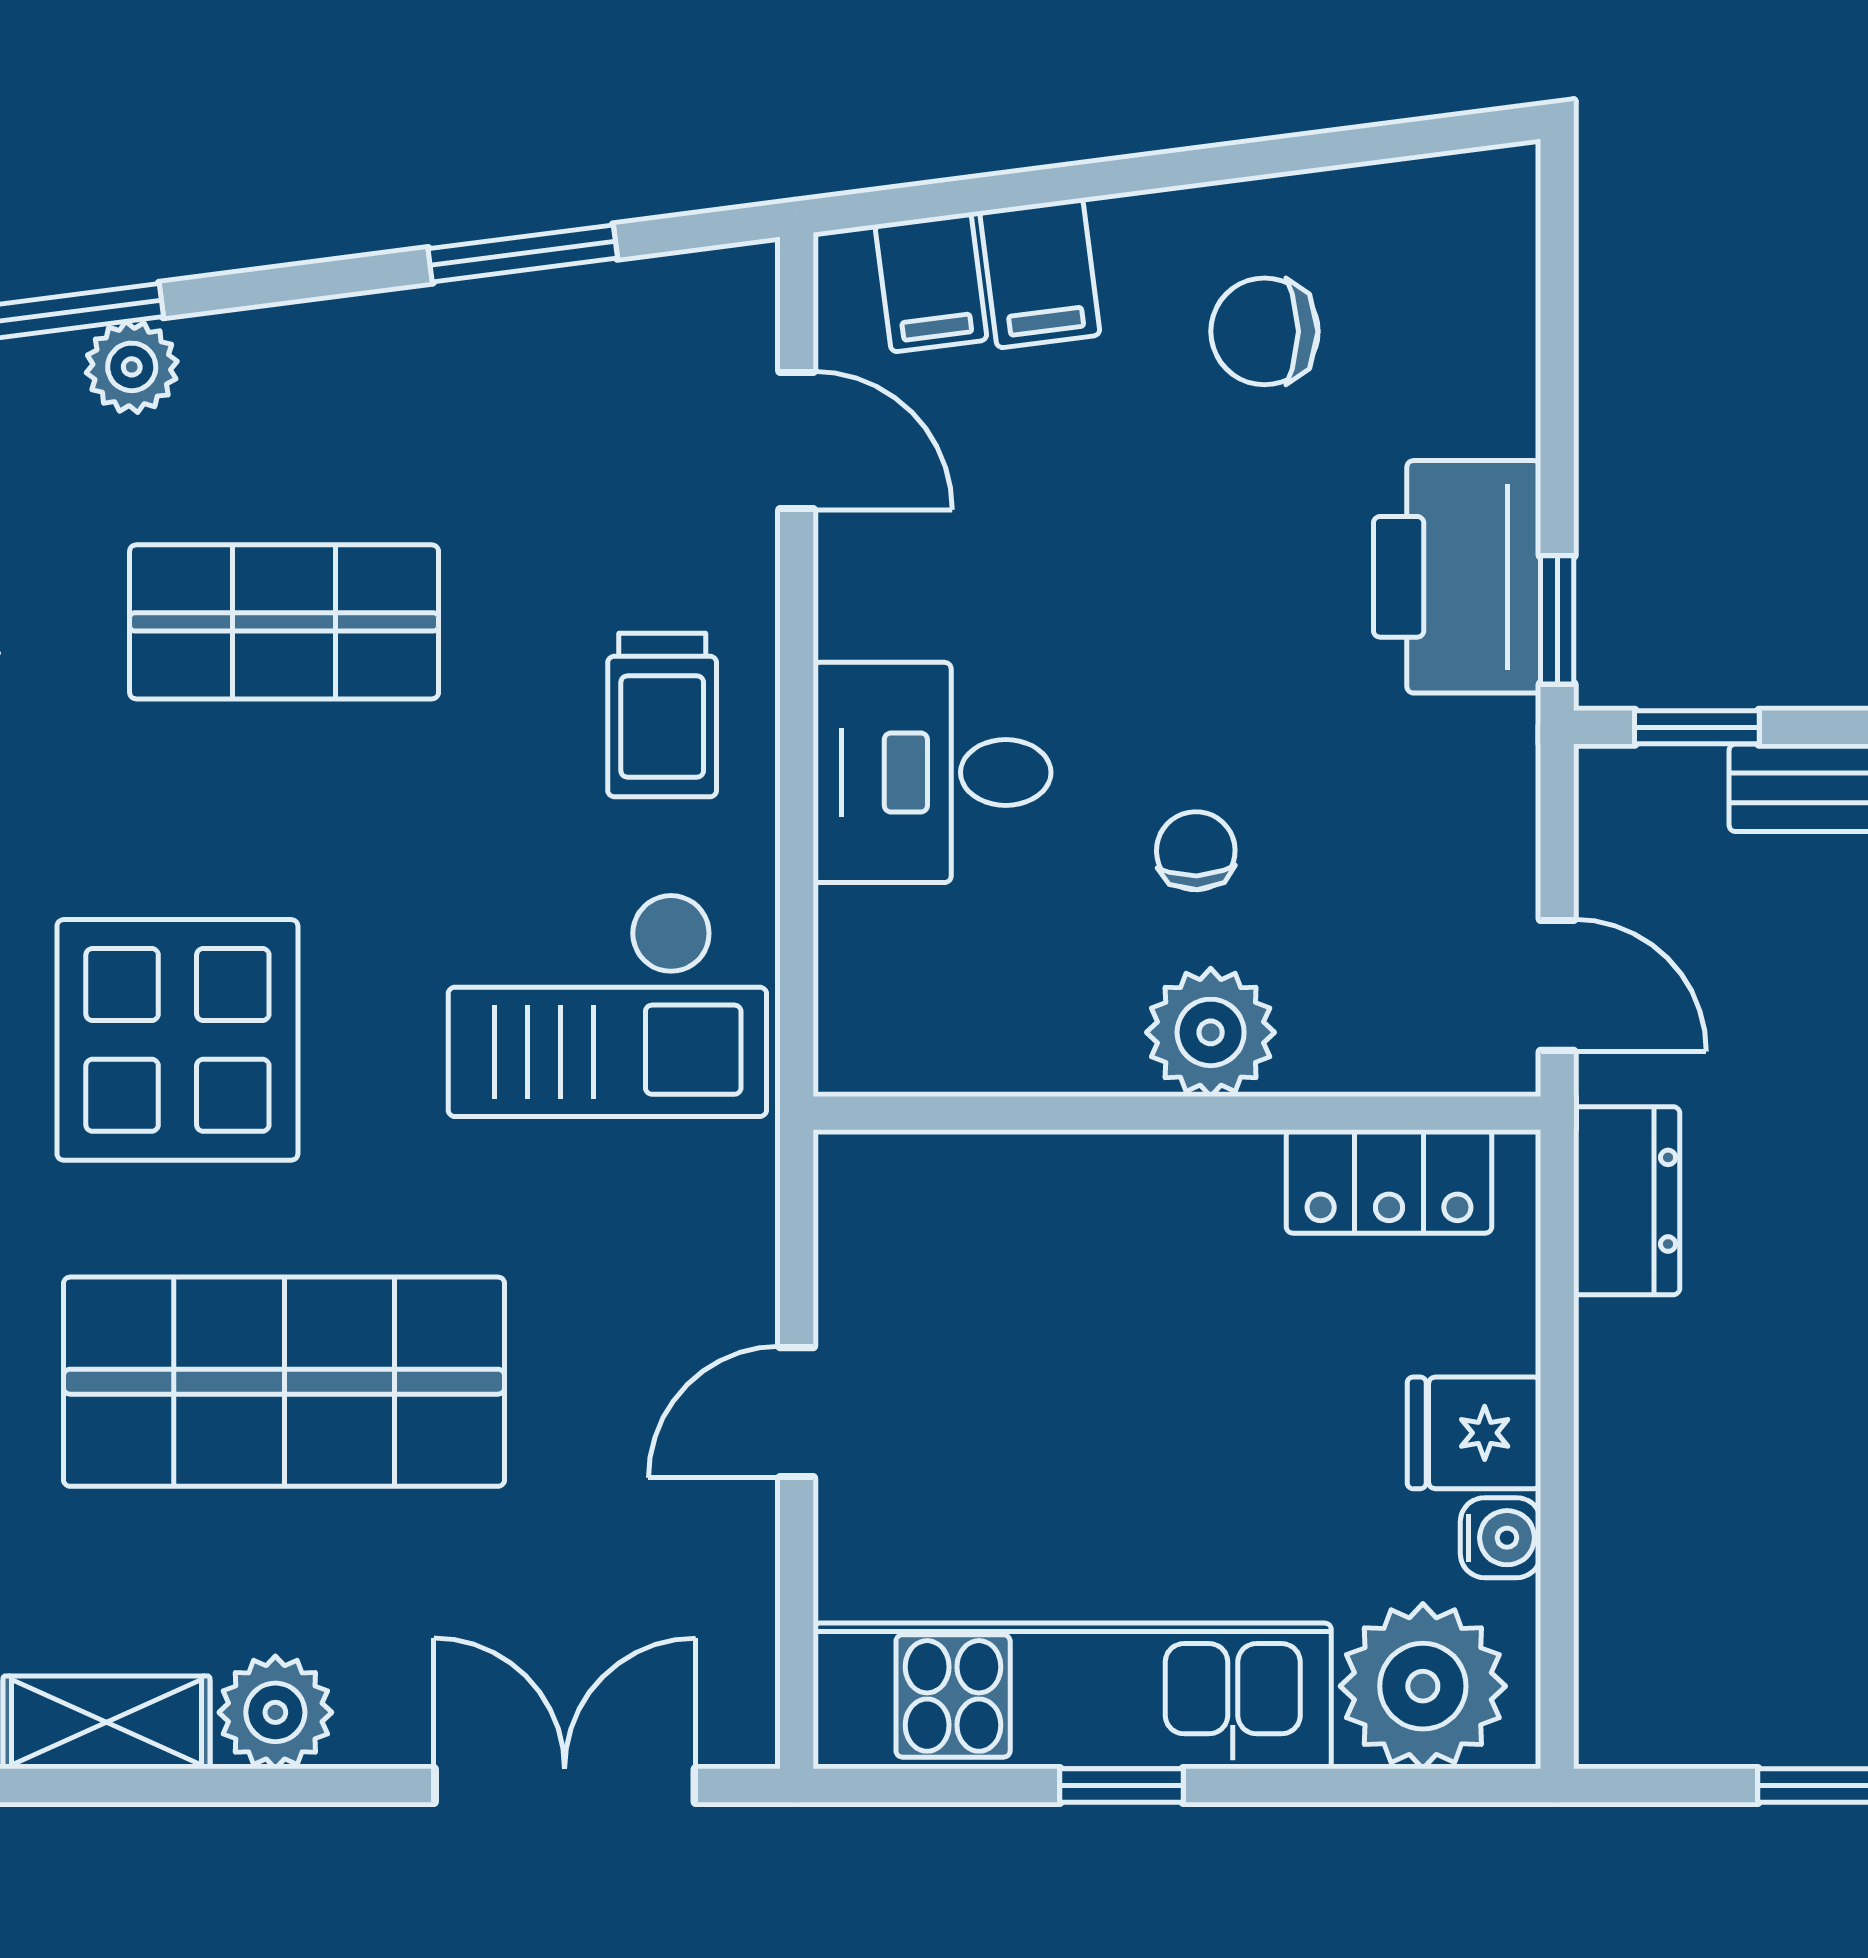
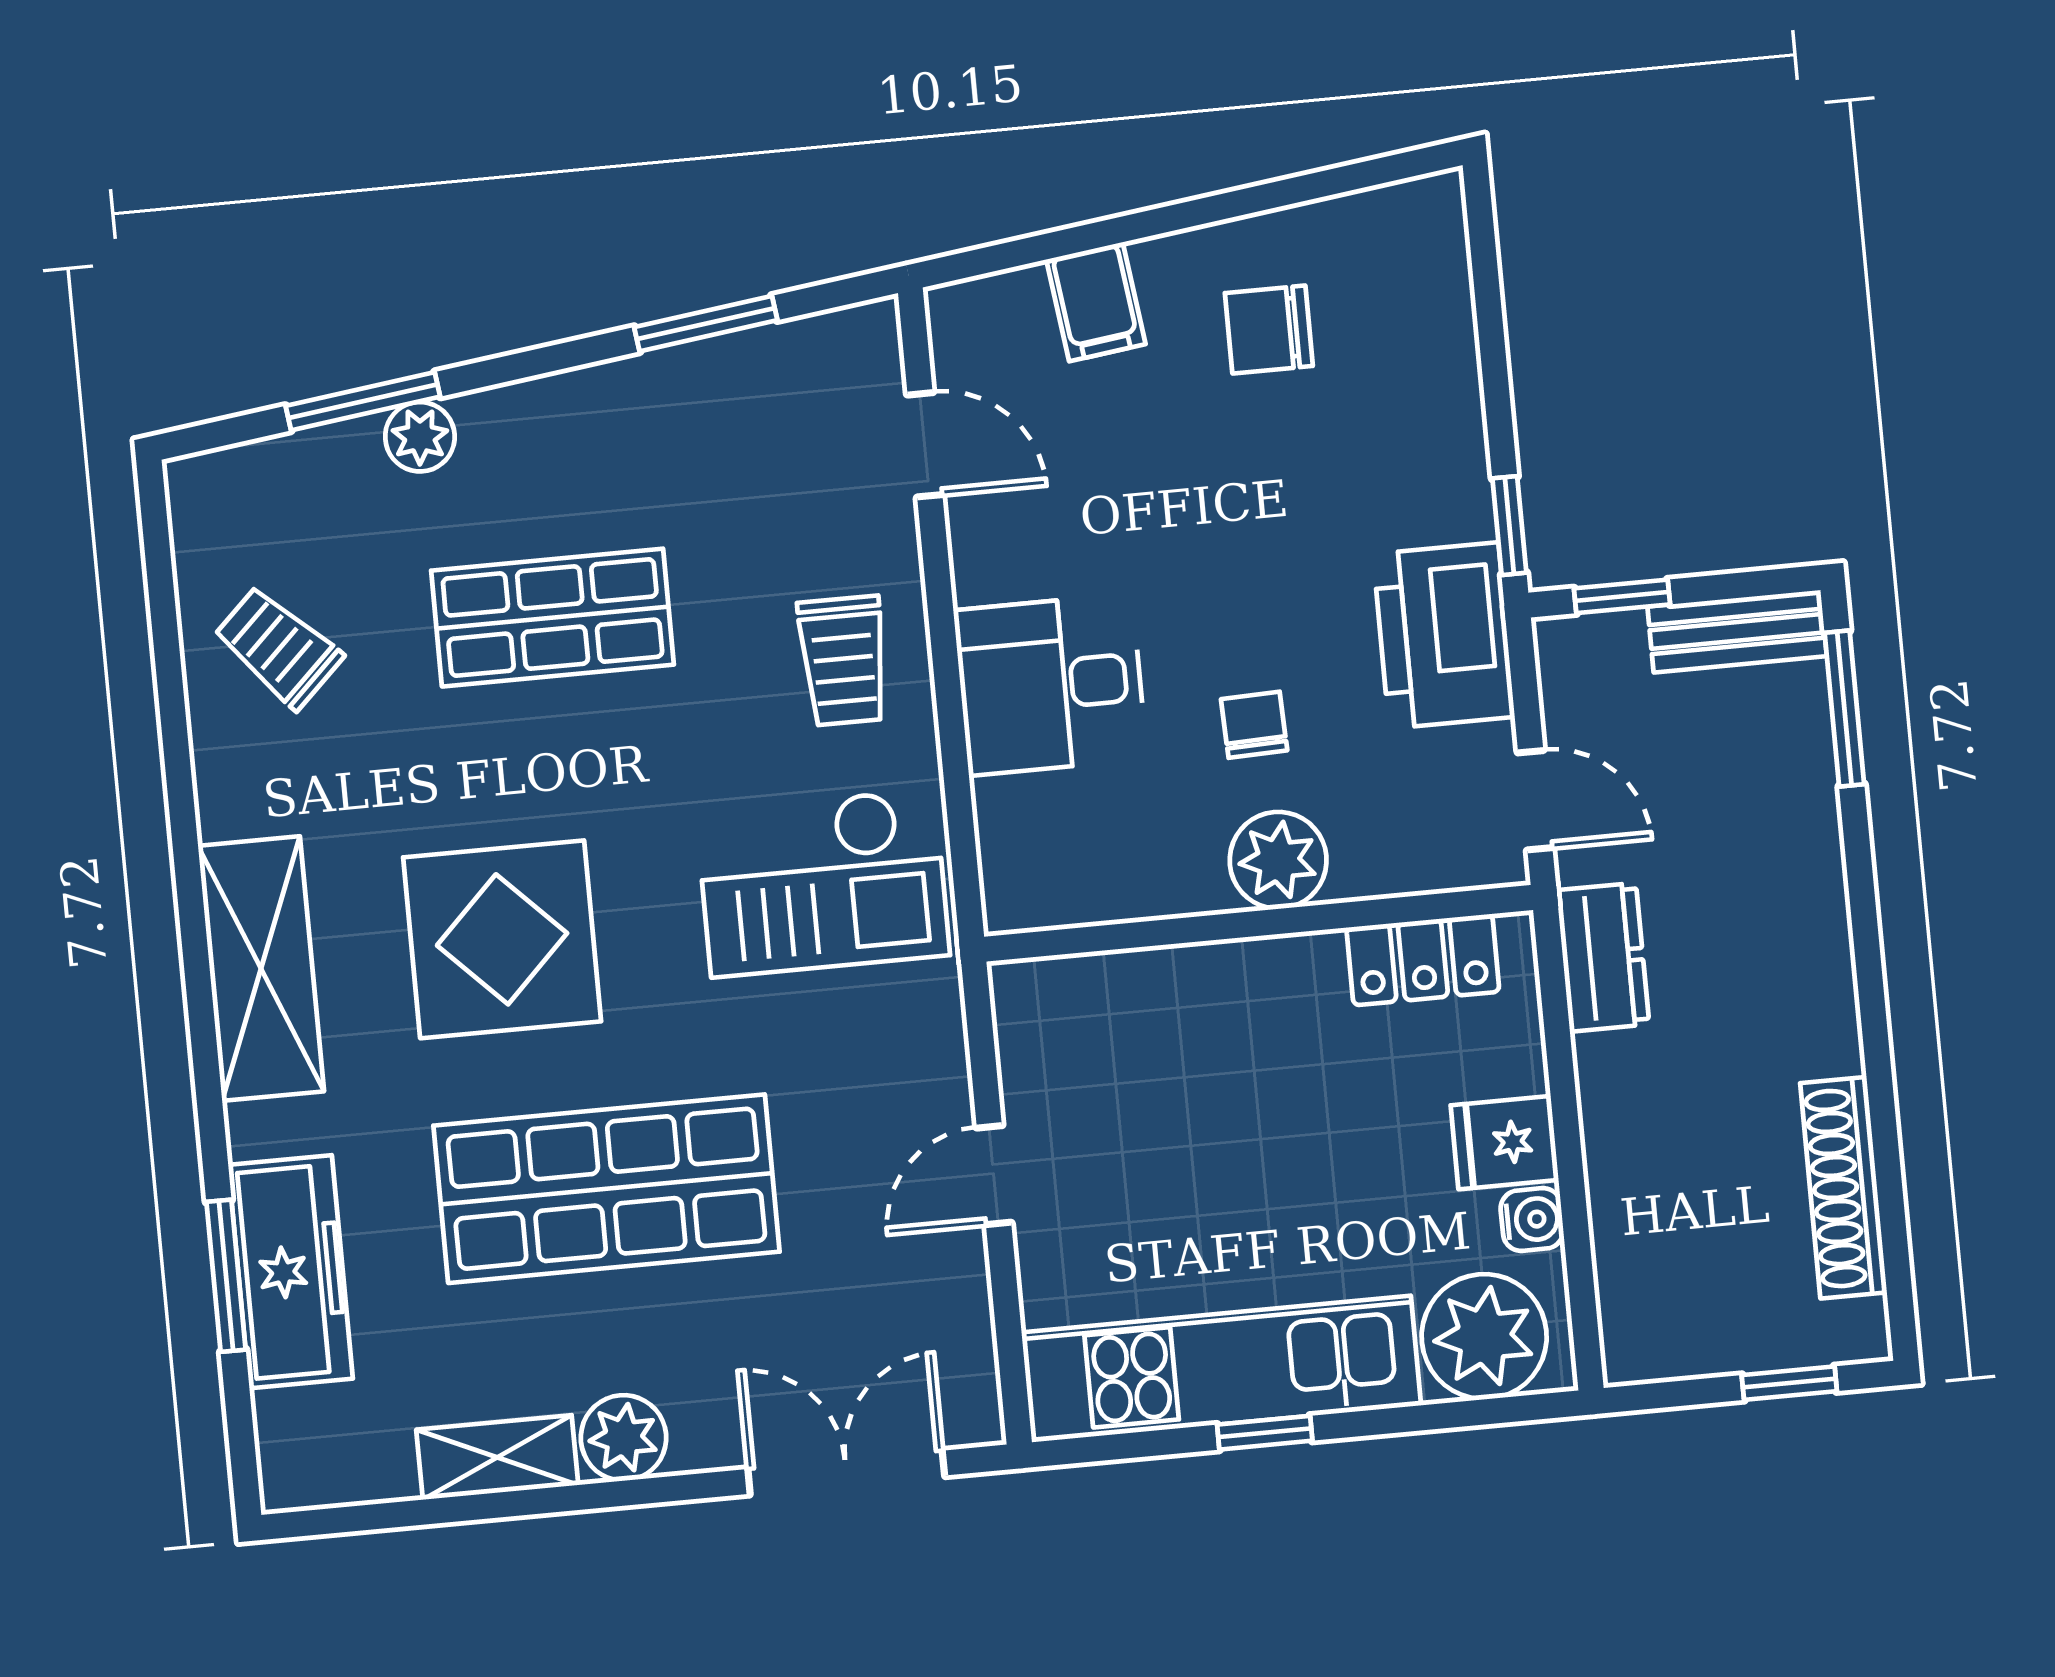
filing cabinet: (931, 282) -> (1015, 316), removed
printer: (1457, 577) -> (1444, 635), moved

